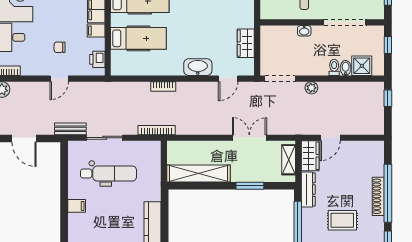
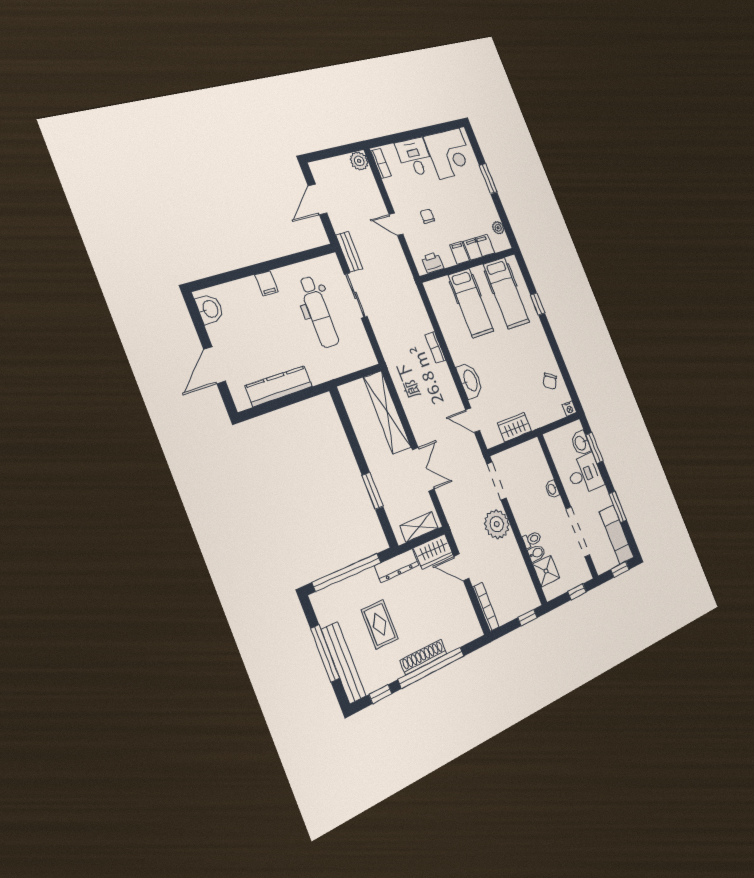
plant: (311, 88) -> (497, 524), width x1.88, depth x1.88
bookcase: (157, 130) -> (486, 607), moved
shelving: (199, 173) -> (387, 412), moved

